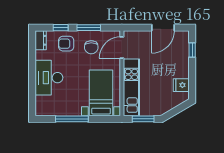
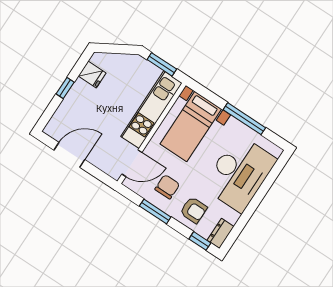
window: (61, 28) -> (200, 241), moved
window: (192, 50) -> (65, 88), moved
desk: (49, 78) -> (239, 173), width x1.36, depth x1.30

